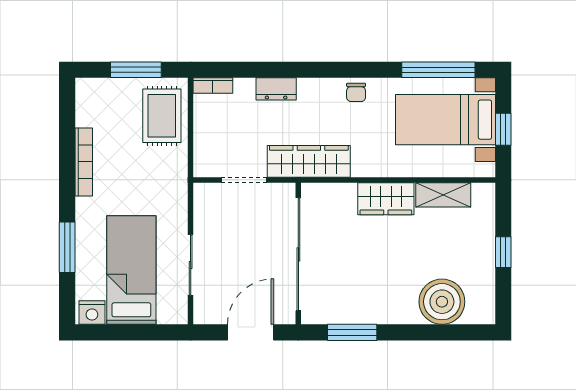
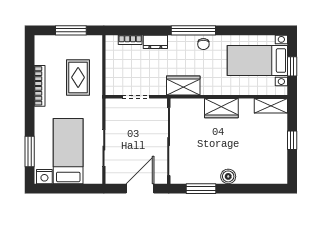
window: (438, 70) -> (193, 30), moved
bookcase: (213, 85) -> (130, 40), moved
rug: (162, 116) -> (78, 77), moved
wardrobe: (309, 161) -> (183, 86), width x0.67
shelving: (443, 195) -> (271, 106), moved
window: (67, 247) -> (30, 151), moved
boiler: (442, 302) -> (228, 176), moved, width x0.54, depth x0.54

